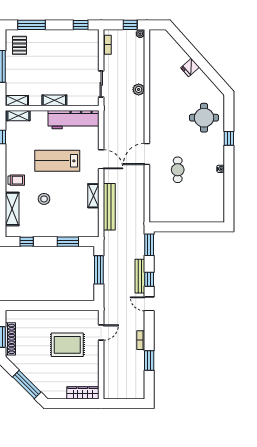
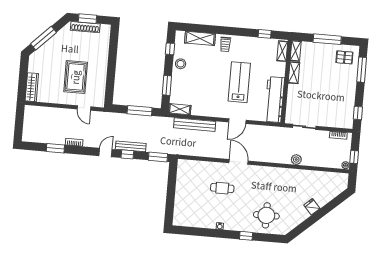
shelving: (54, 100) -> (294, 73), moved
shelving: (93, 196) -> (180, 109), moved
stool: (44, 199) -> (181, 64), moved

